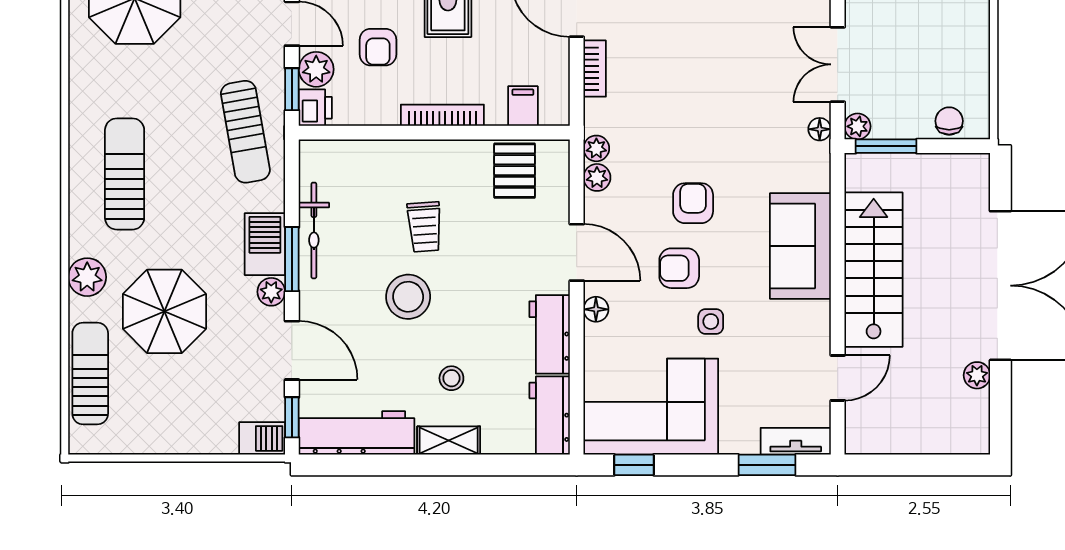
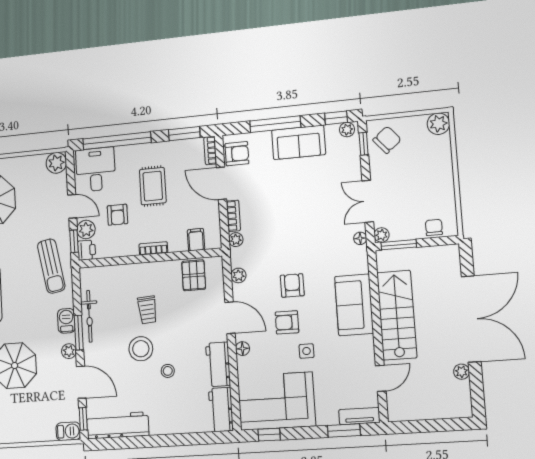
bookcase: (442, 115) -> (153, 248), width x0.64
plant: (596, 148) -> (236, 240), moved
barbecue: (265, 244) -> (66, 321), width x0.73, depth x0.79
stool: (451, 378) -> (168, 371), moved
shelving: (449, 441) -> (167, 427), removed

